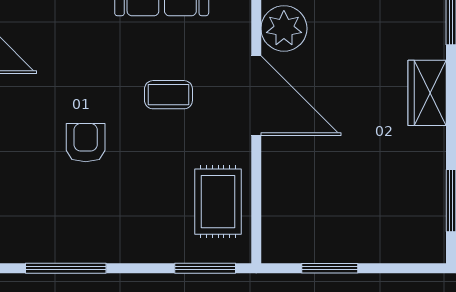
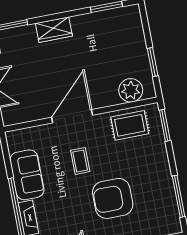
plant: (284, 28) -> (131, 90), moved
armchair: (86, 143) -> (113, 198), width x1.88, depth x1.88

